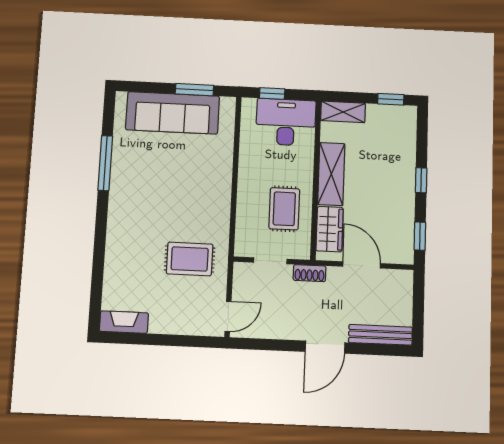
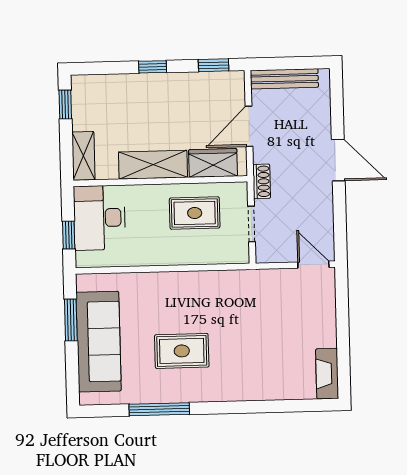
rug: (190, 259) -> (182, 351), moved, turned 90
bench: (380, 335) -> (284, 79), moved, turned 90

